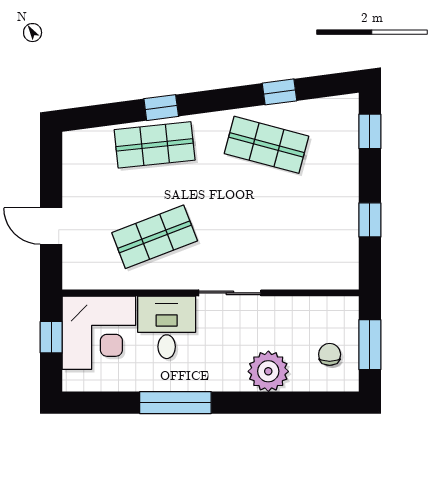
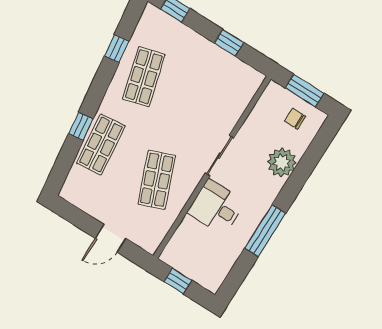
shop shelf: (266, 145) -> (144, 77), turned -30
corner desk: (99, 333) -> (194, 250), removed

